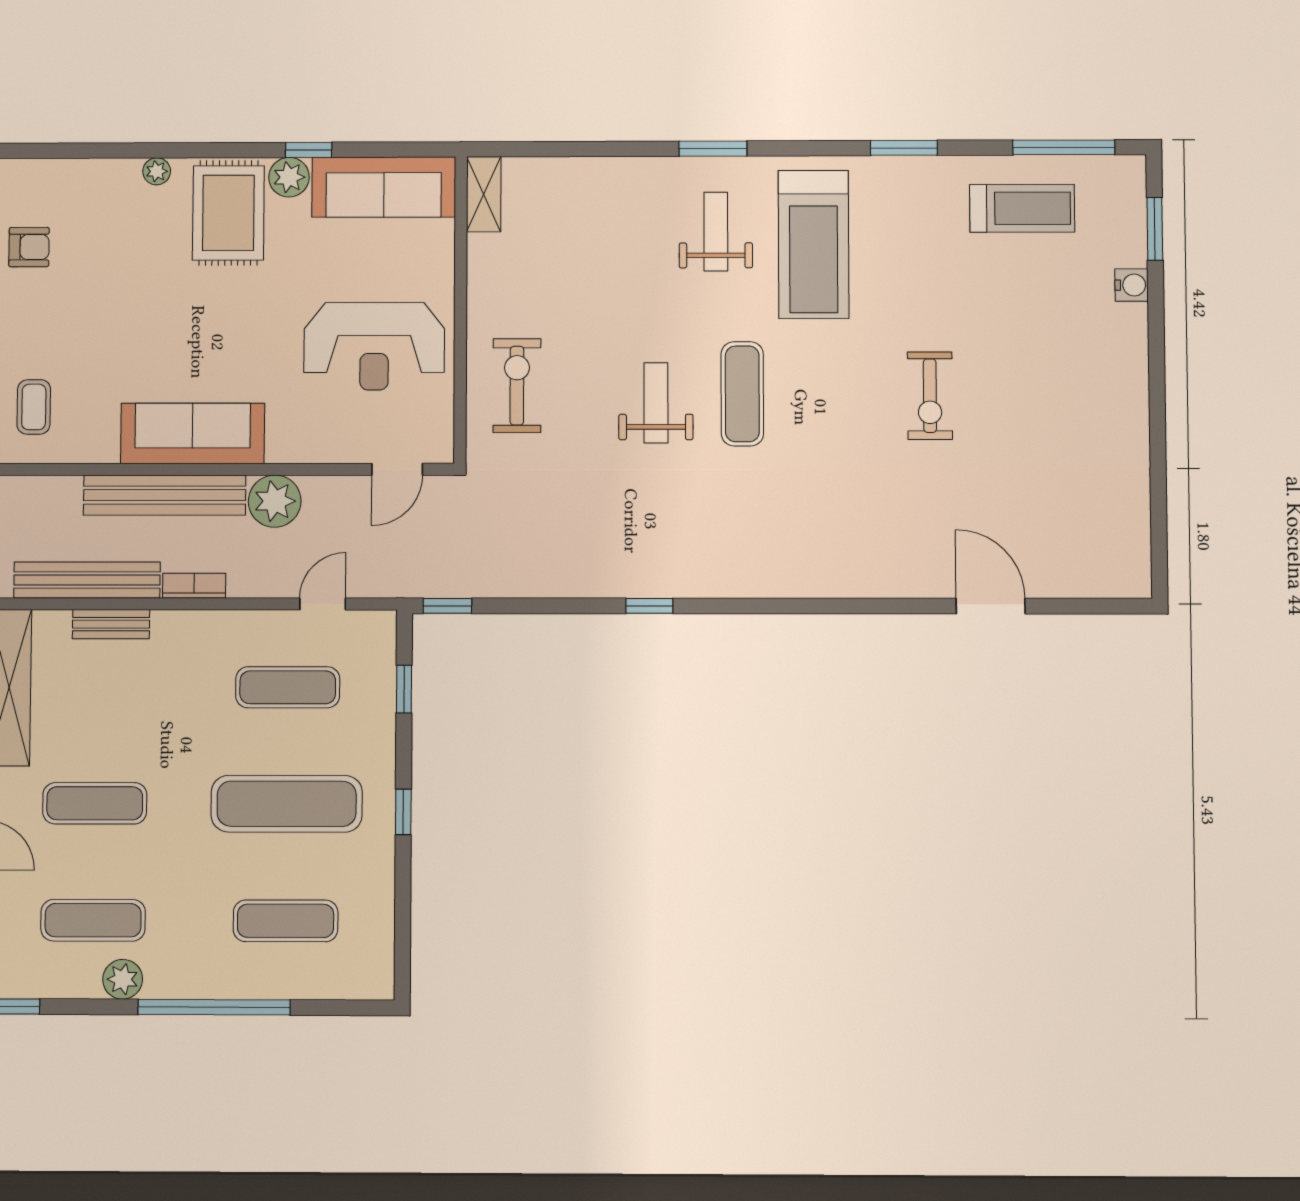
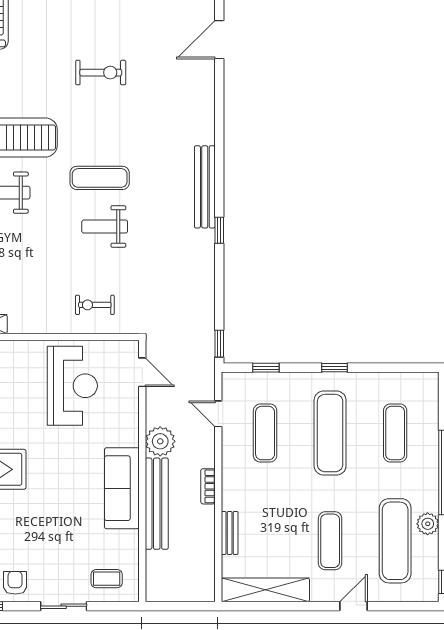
exercise bike: (517, 386) -> (95, 305), width x0.73, depth x0.72
bench: (87, 580) -> (205, 187), moved
exercise mat: (93, 920) -> (395, 541), width x1.36, depth x1.45

